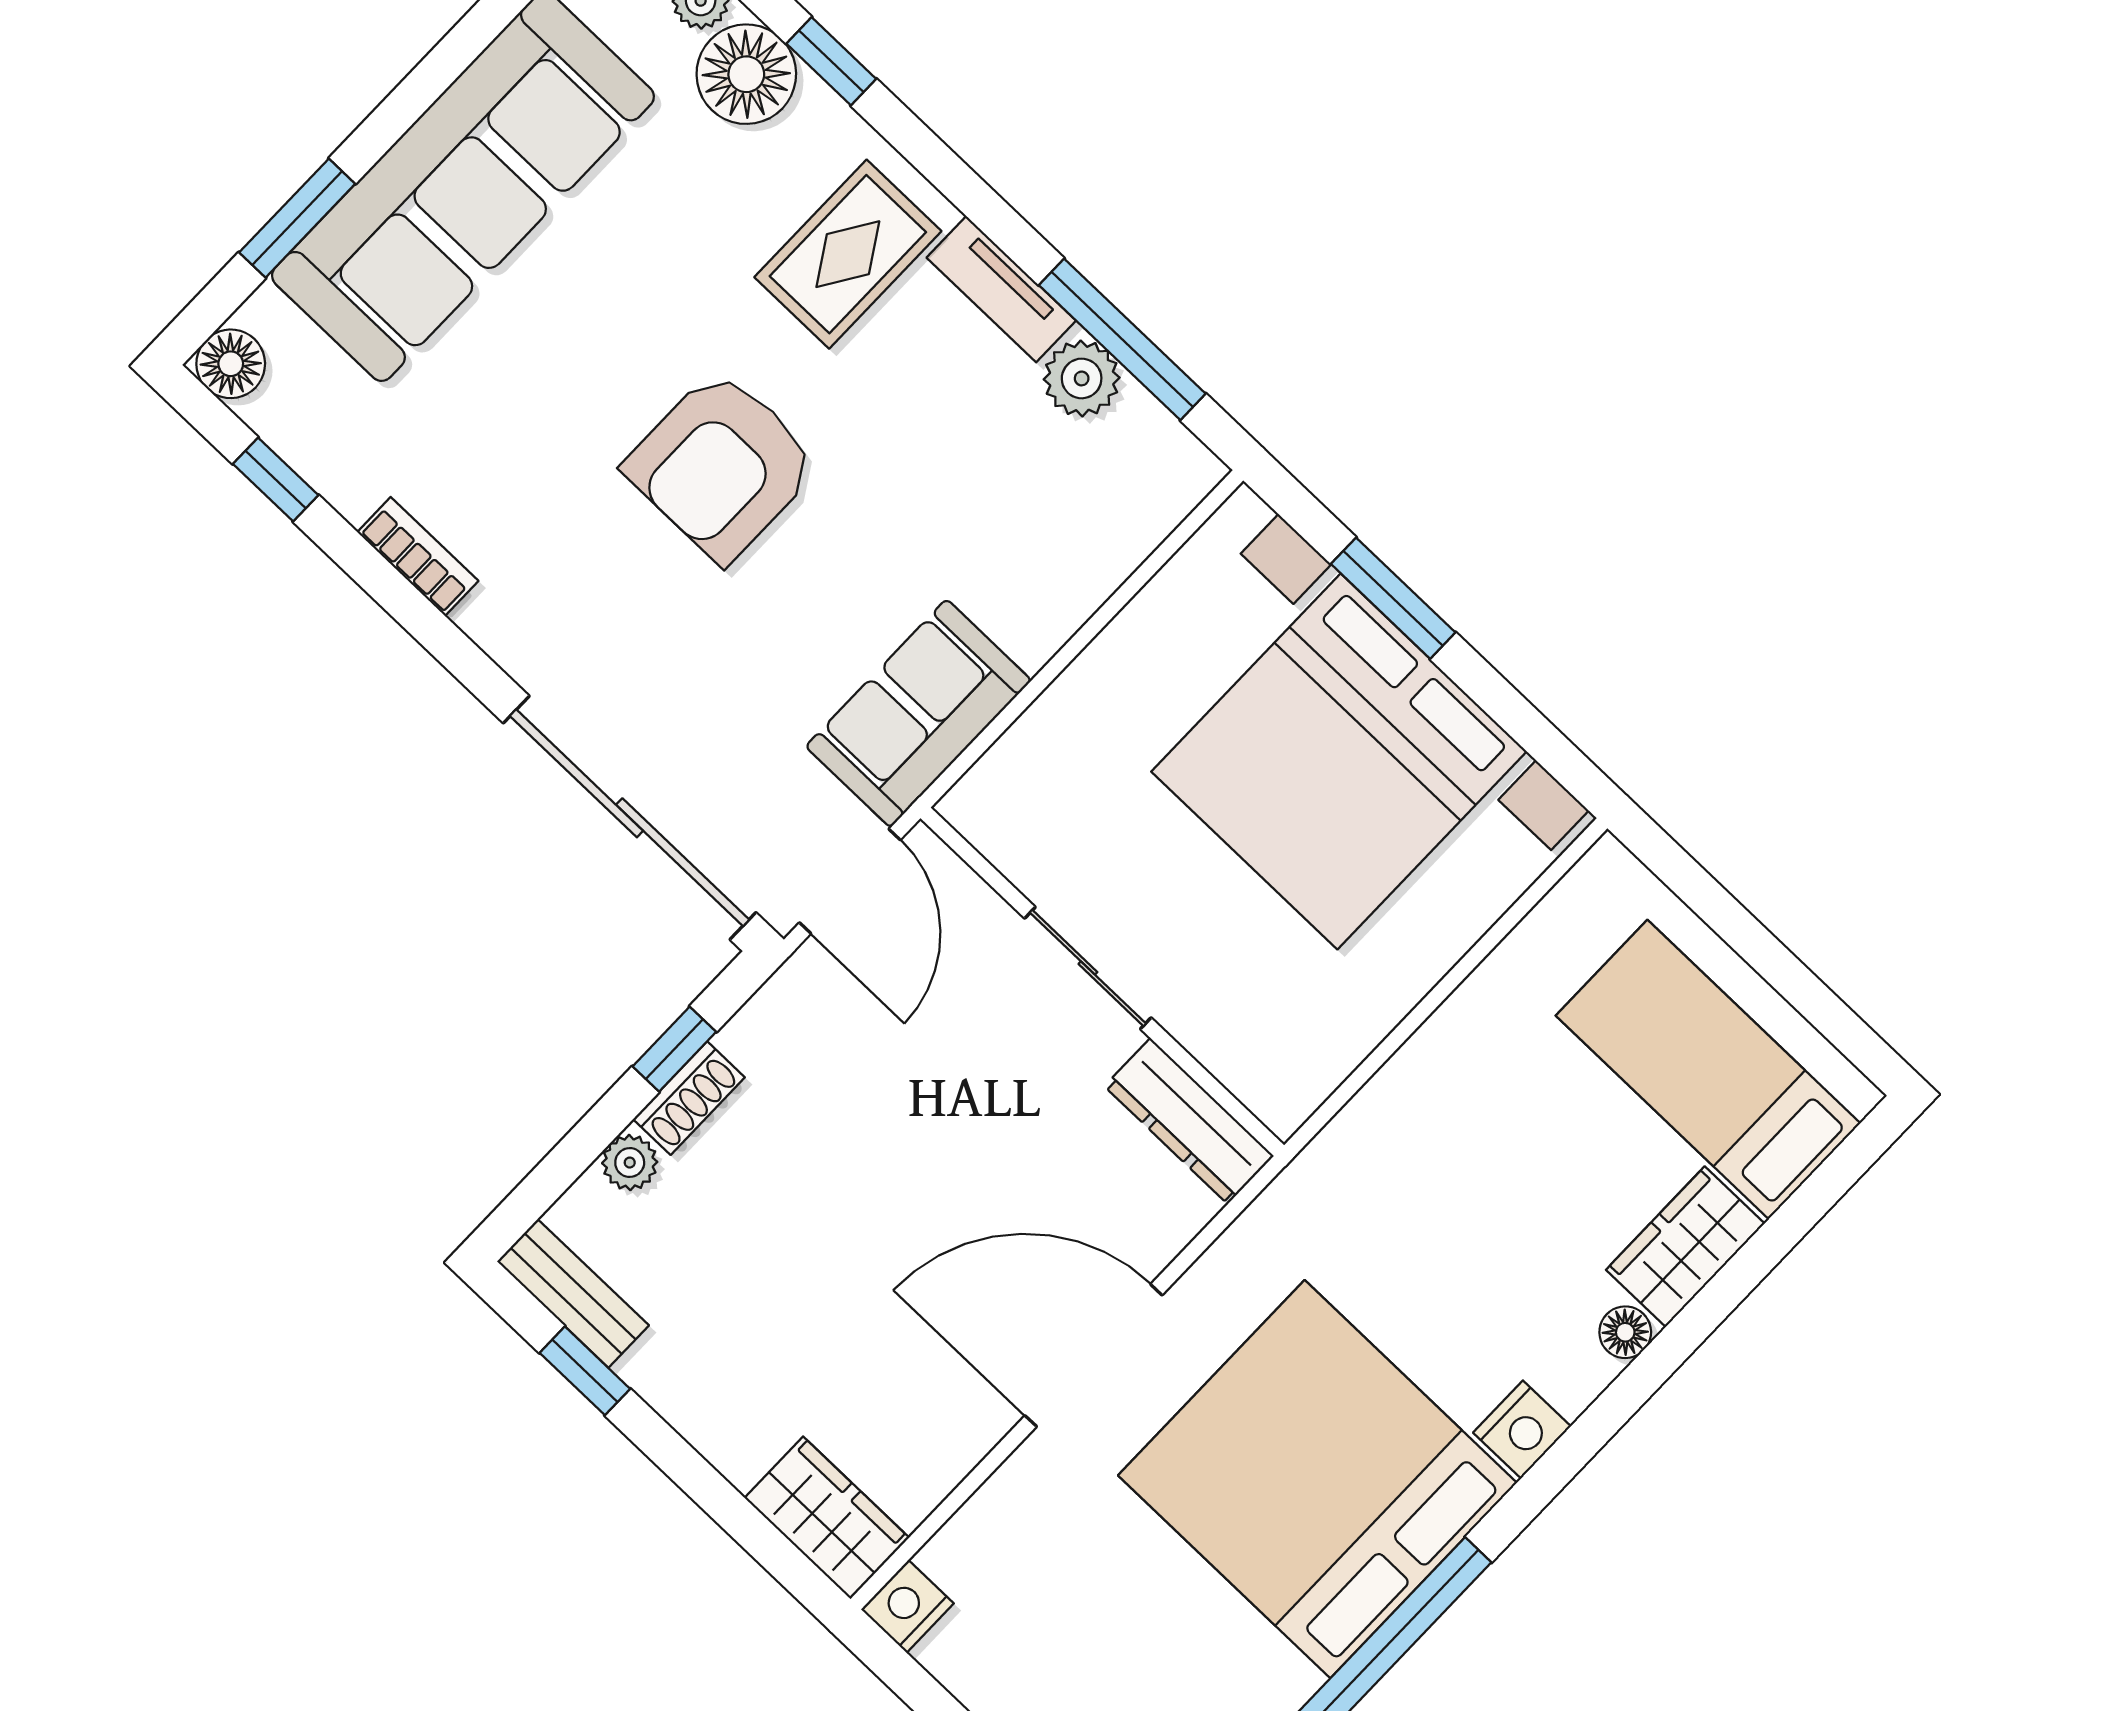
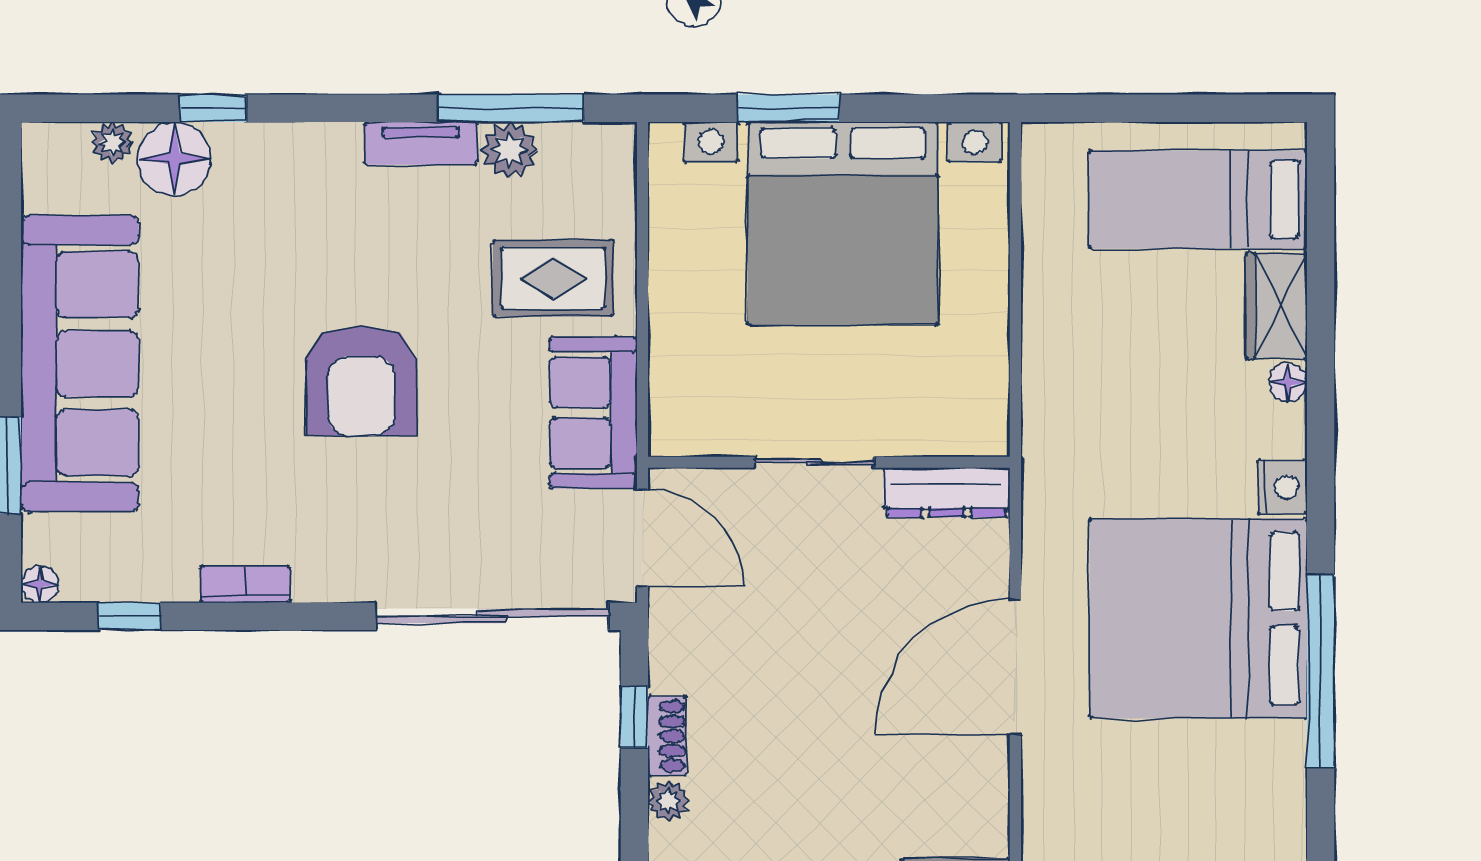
rug: (848, 254) -> (553, 278), moved, turned 90
floor lamp: (231, 364) -> (39, 584), width x0.73, depth x0.73

